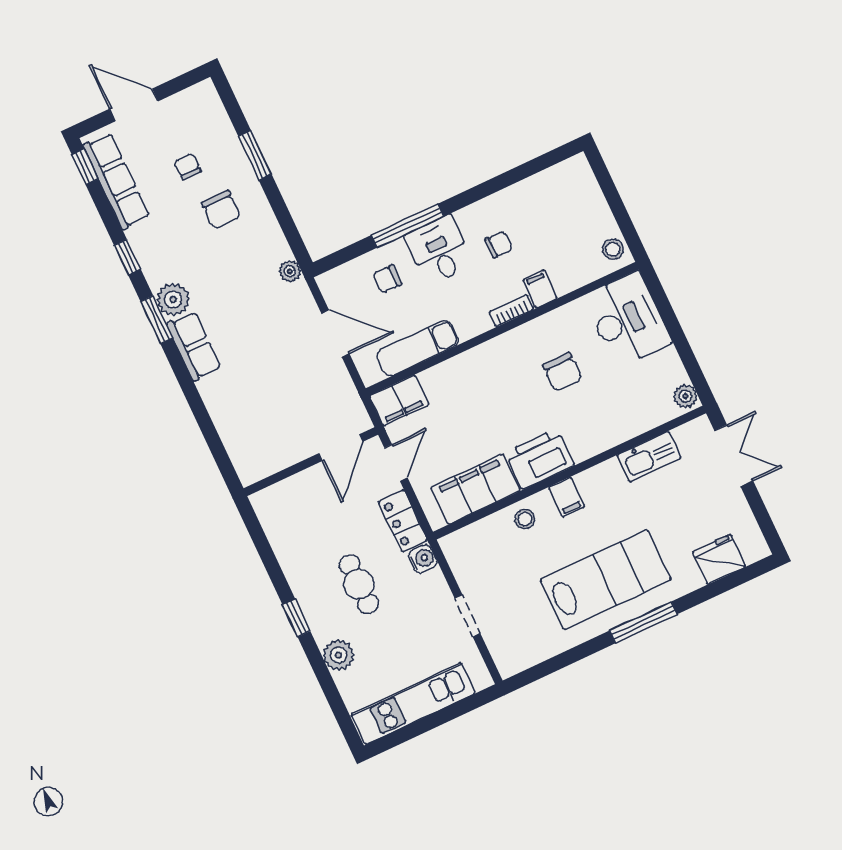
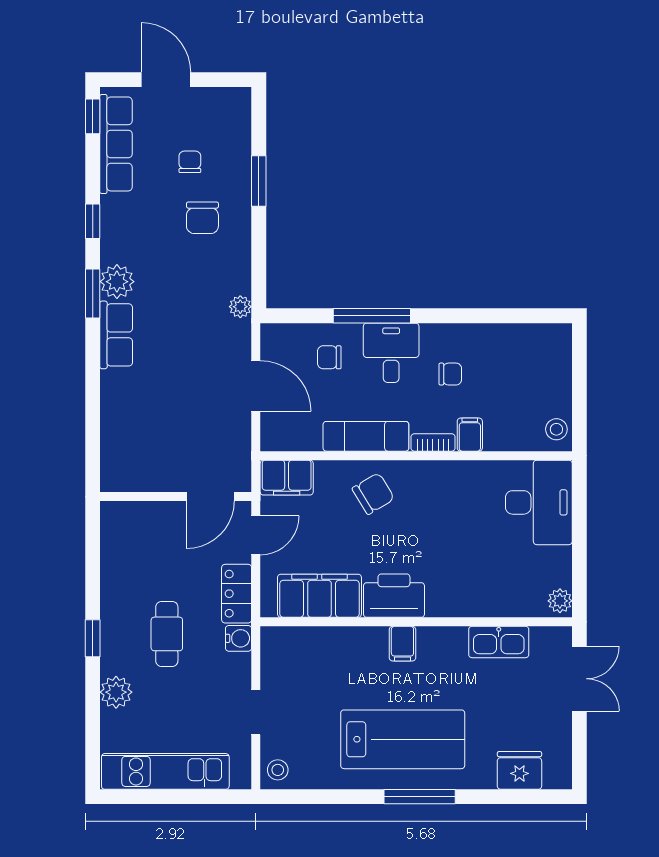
exam couch: (417, 348) -> (366, 436), moved
chair: (562, 372) -> (373, 494), moved, turned -121
stool: (525, 519) -> (278, 770), moved

